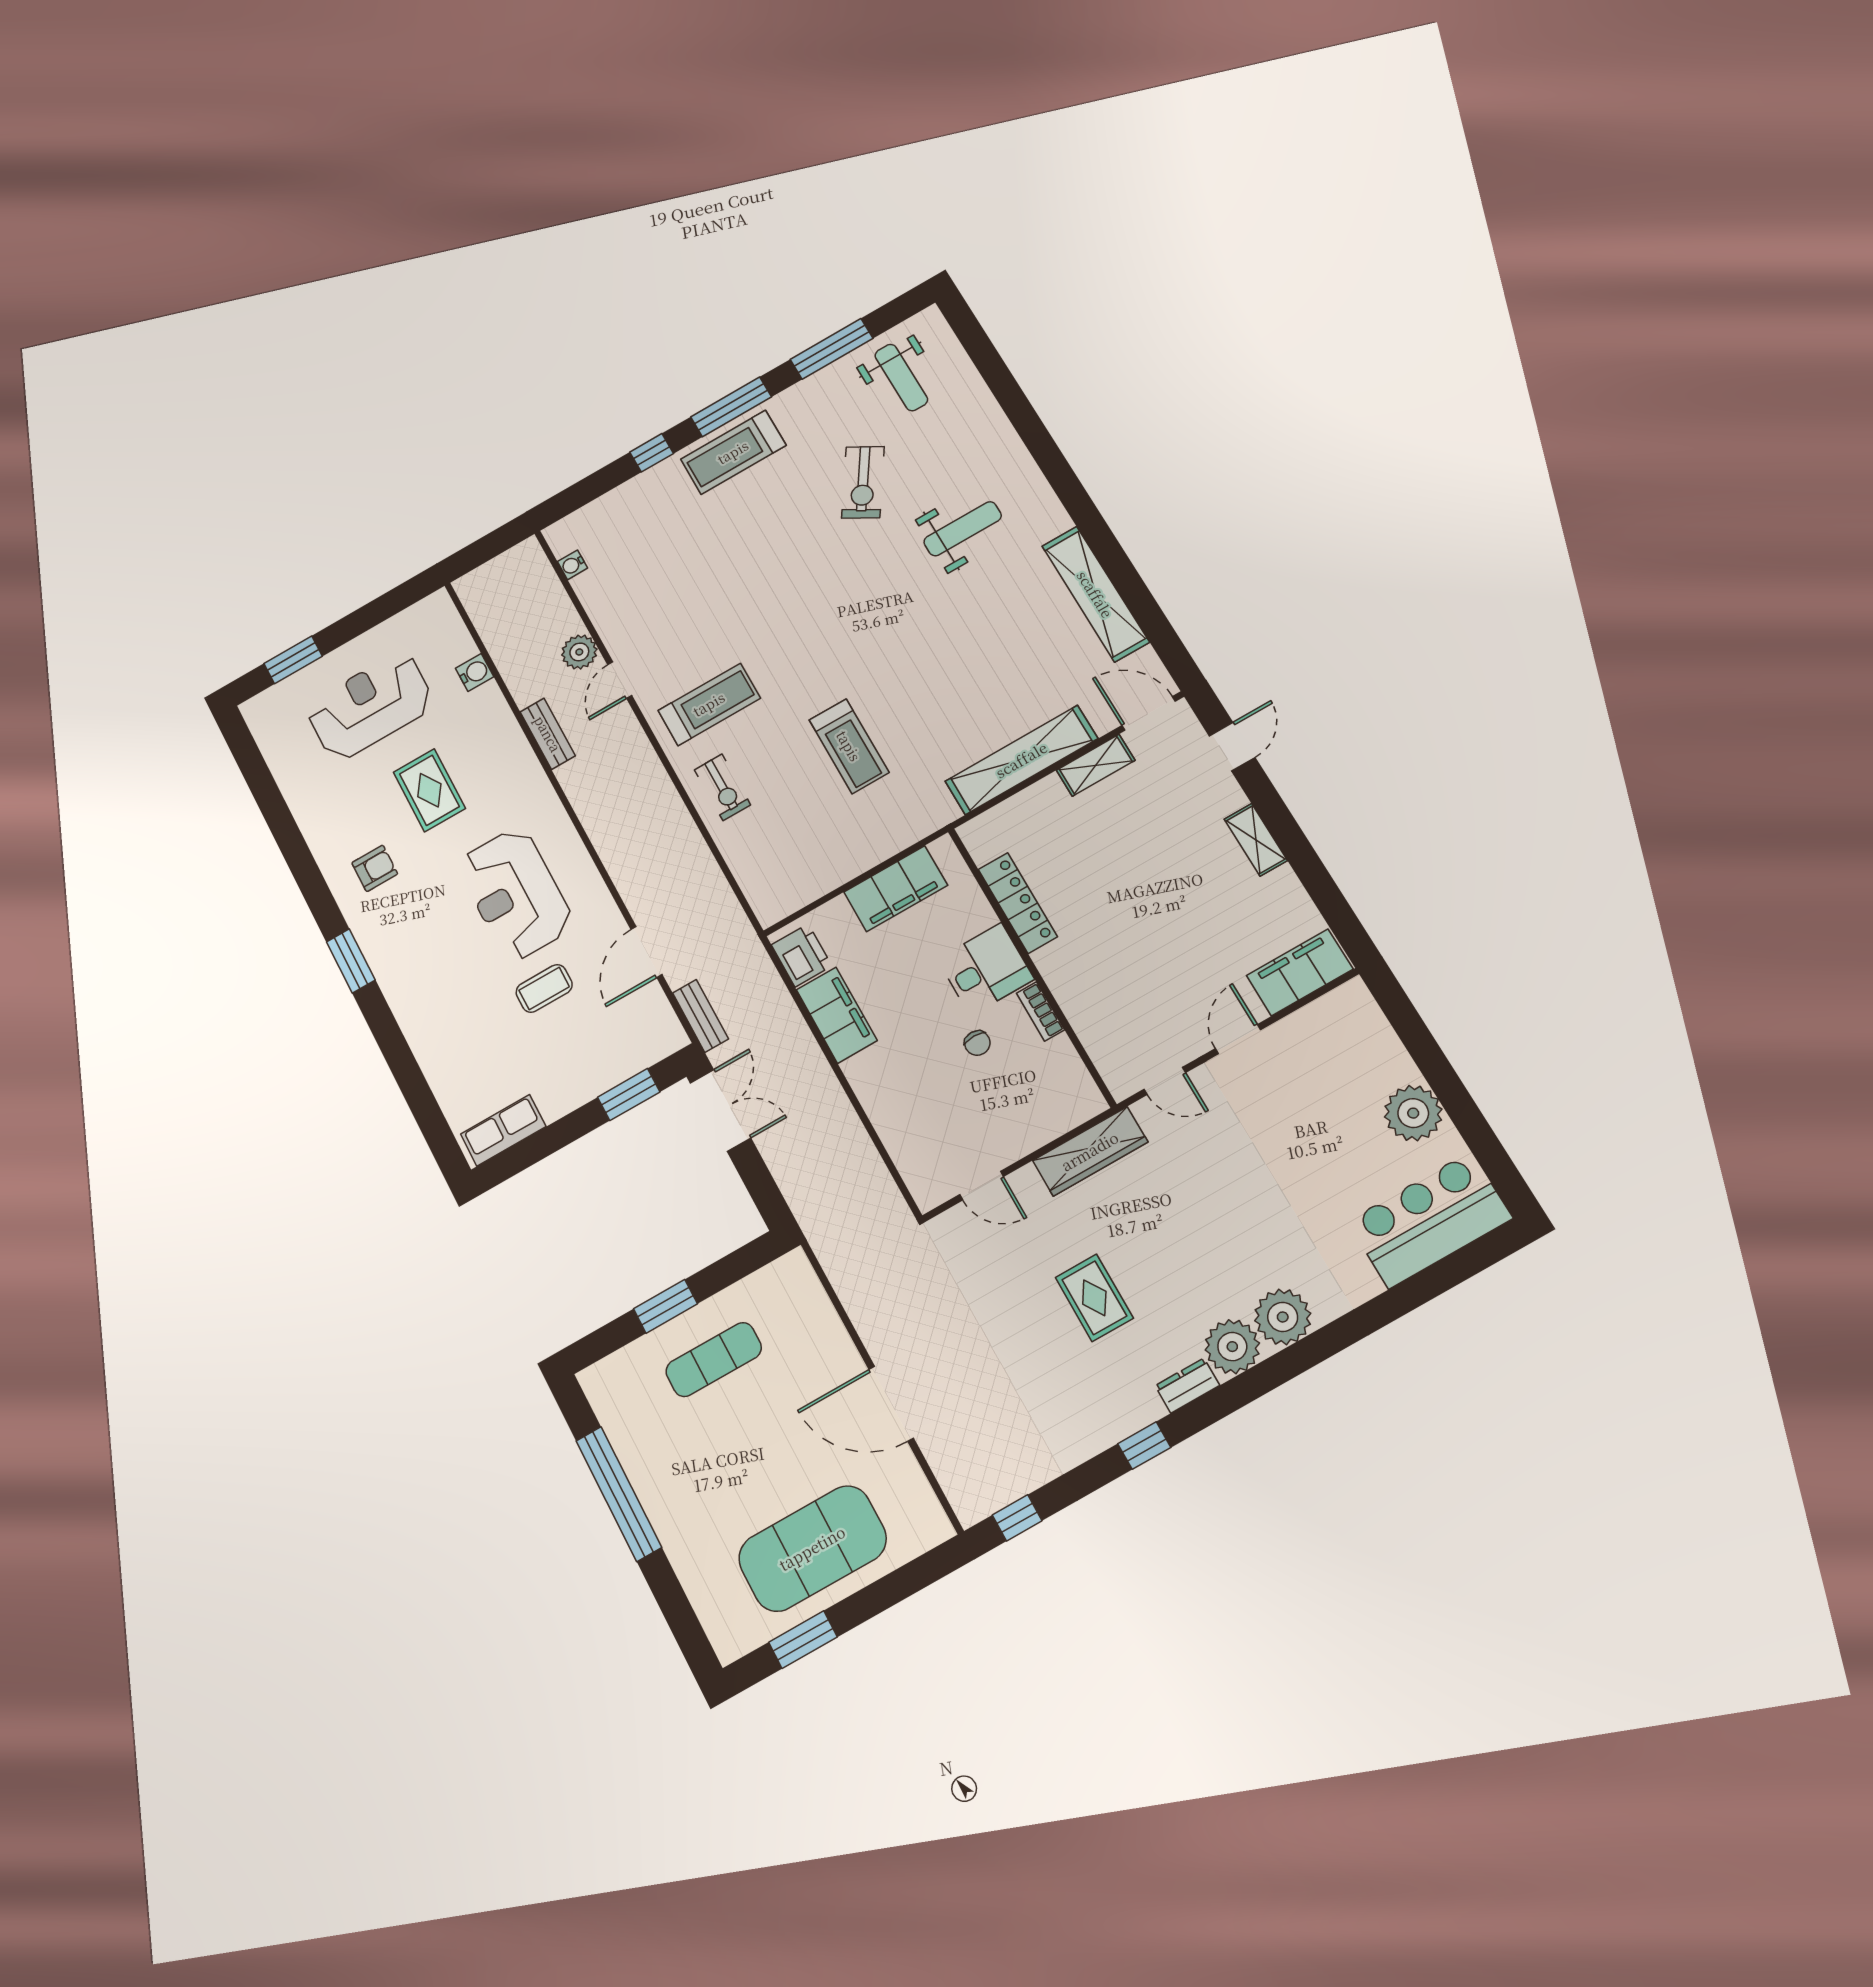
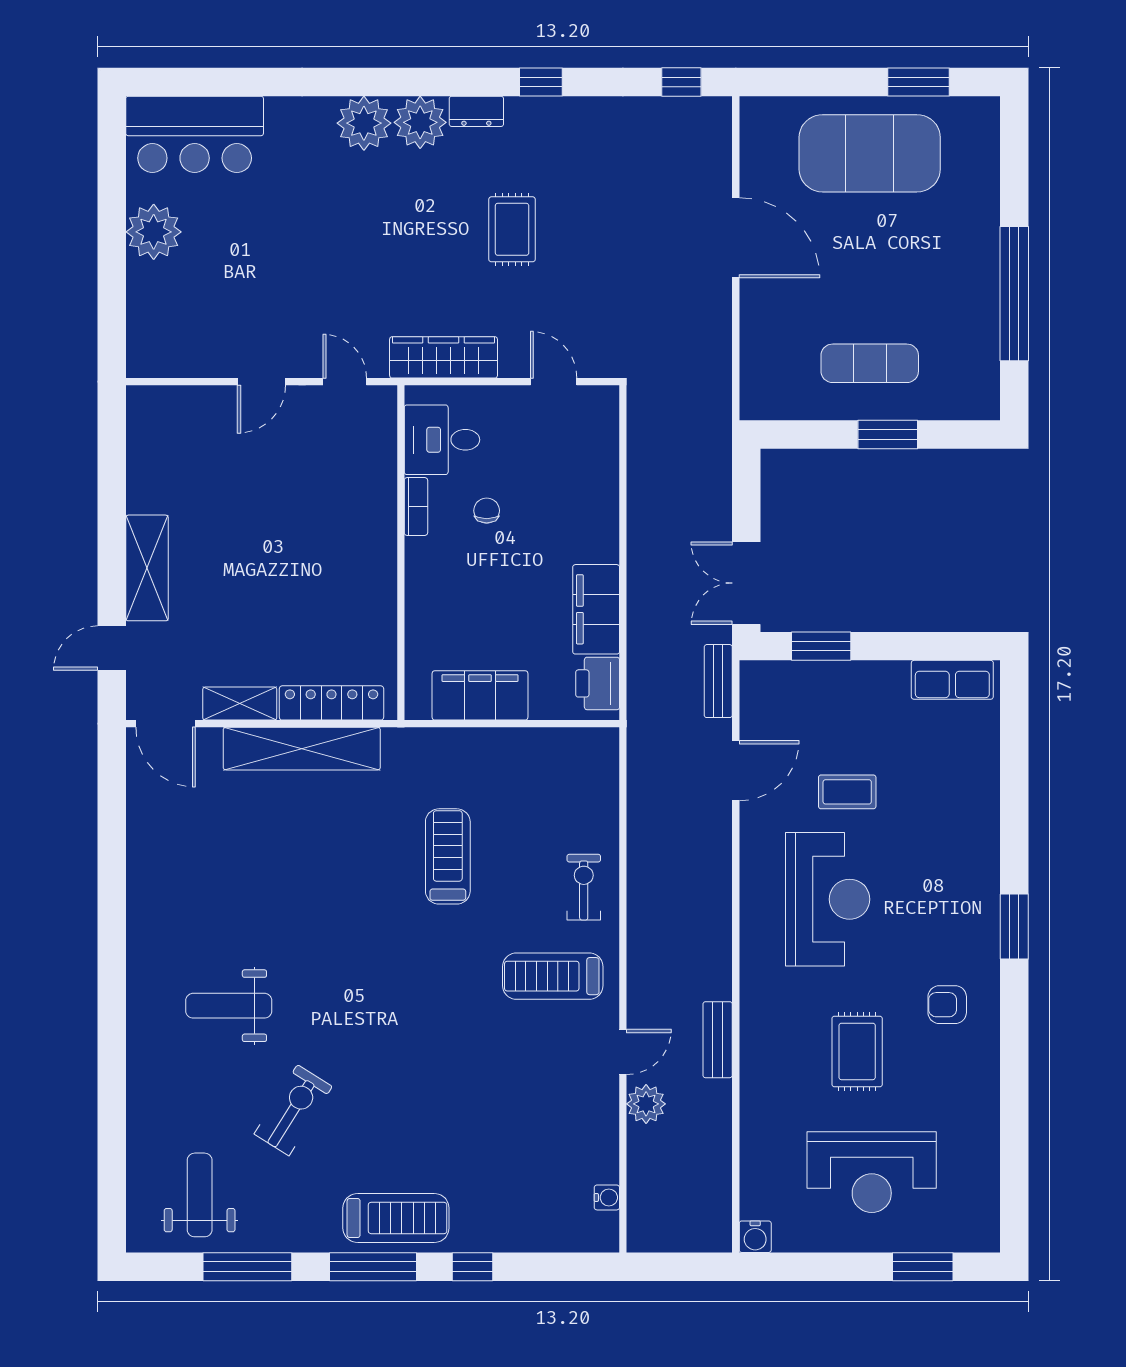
shelving: (1095, 594) -> (147, 867), removed
water cooler: (475, 673) -> (755, 1237), moved, turned -90
shelving: (1256, 840) -> (147, 568), width x1.50, depth x1.33
locker: (1018, 903) -> (331, 703), moved, turned 90
desk: (986, 969) -> (442, 440), moved
filing cabinet: (1300, 972) -> (175, 409), removed

